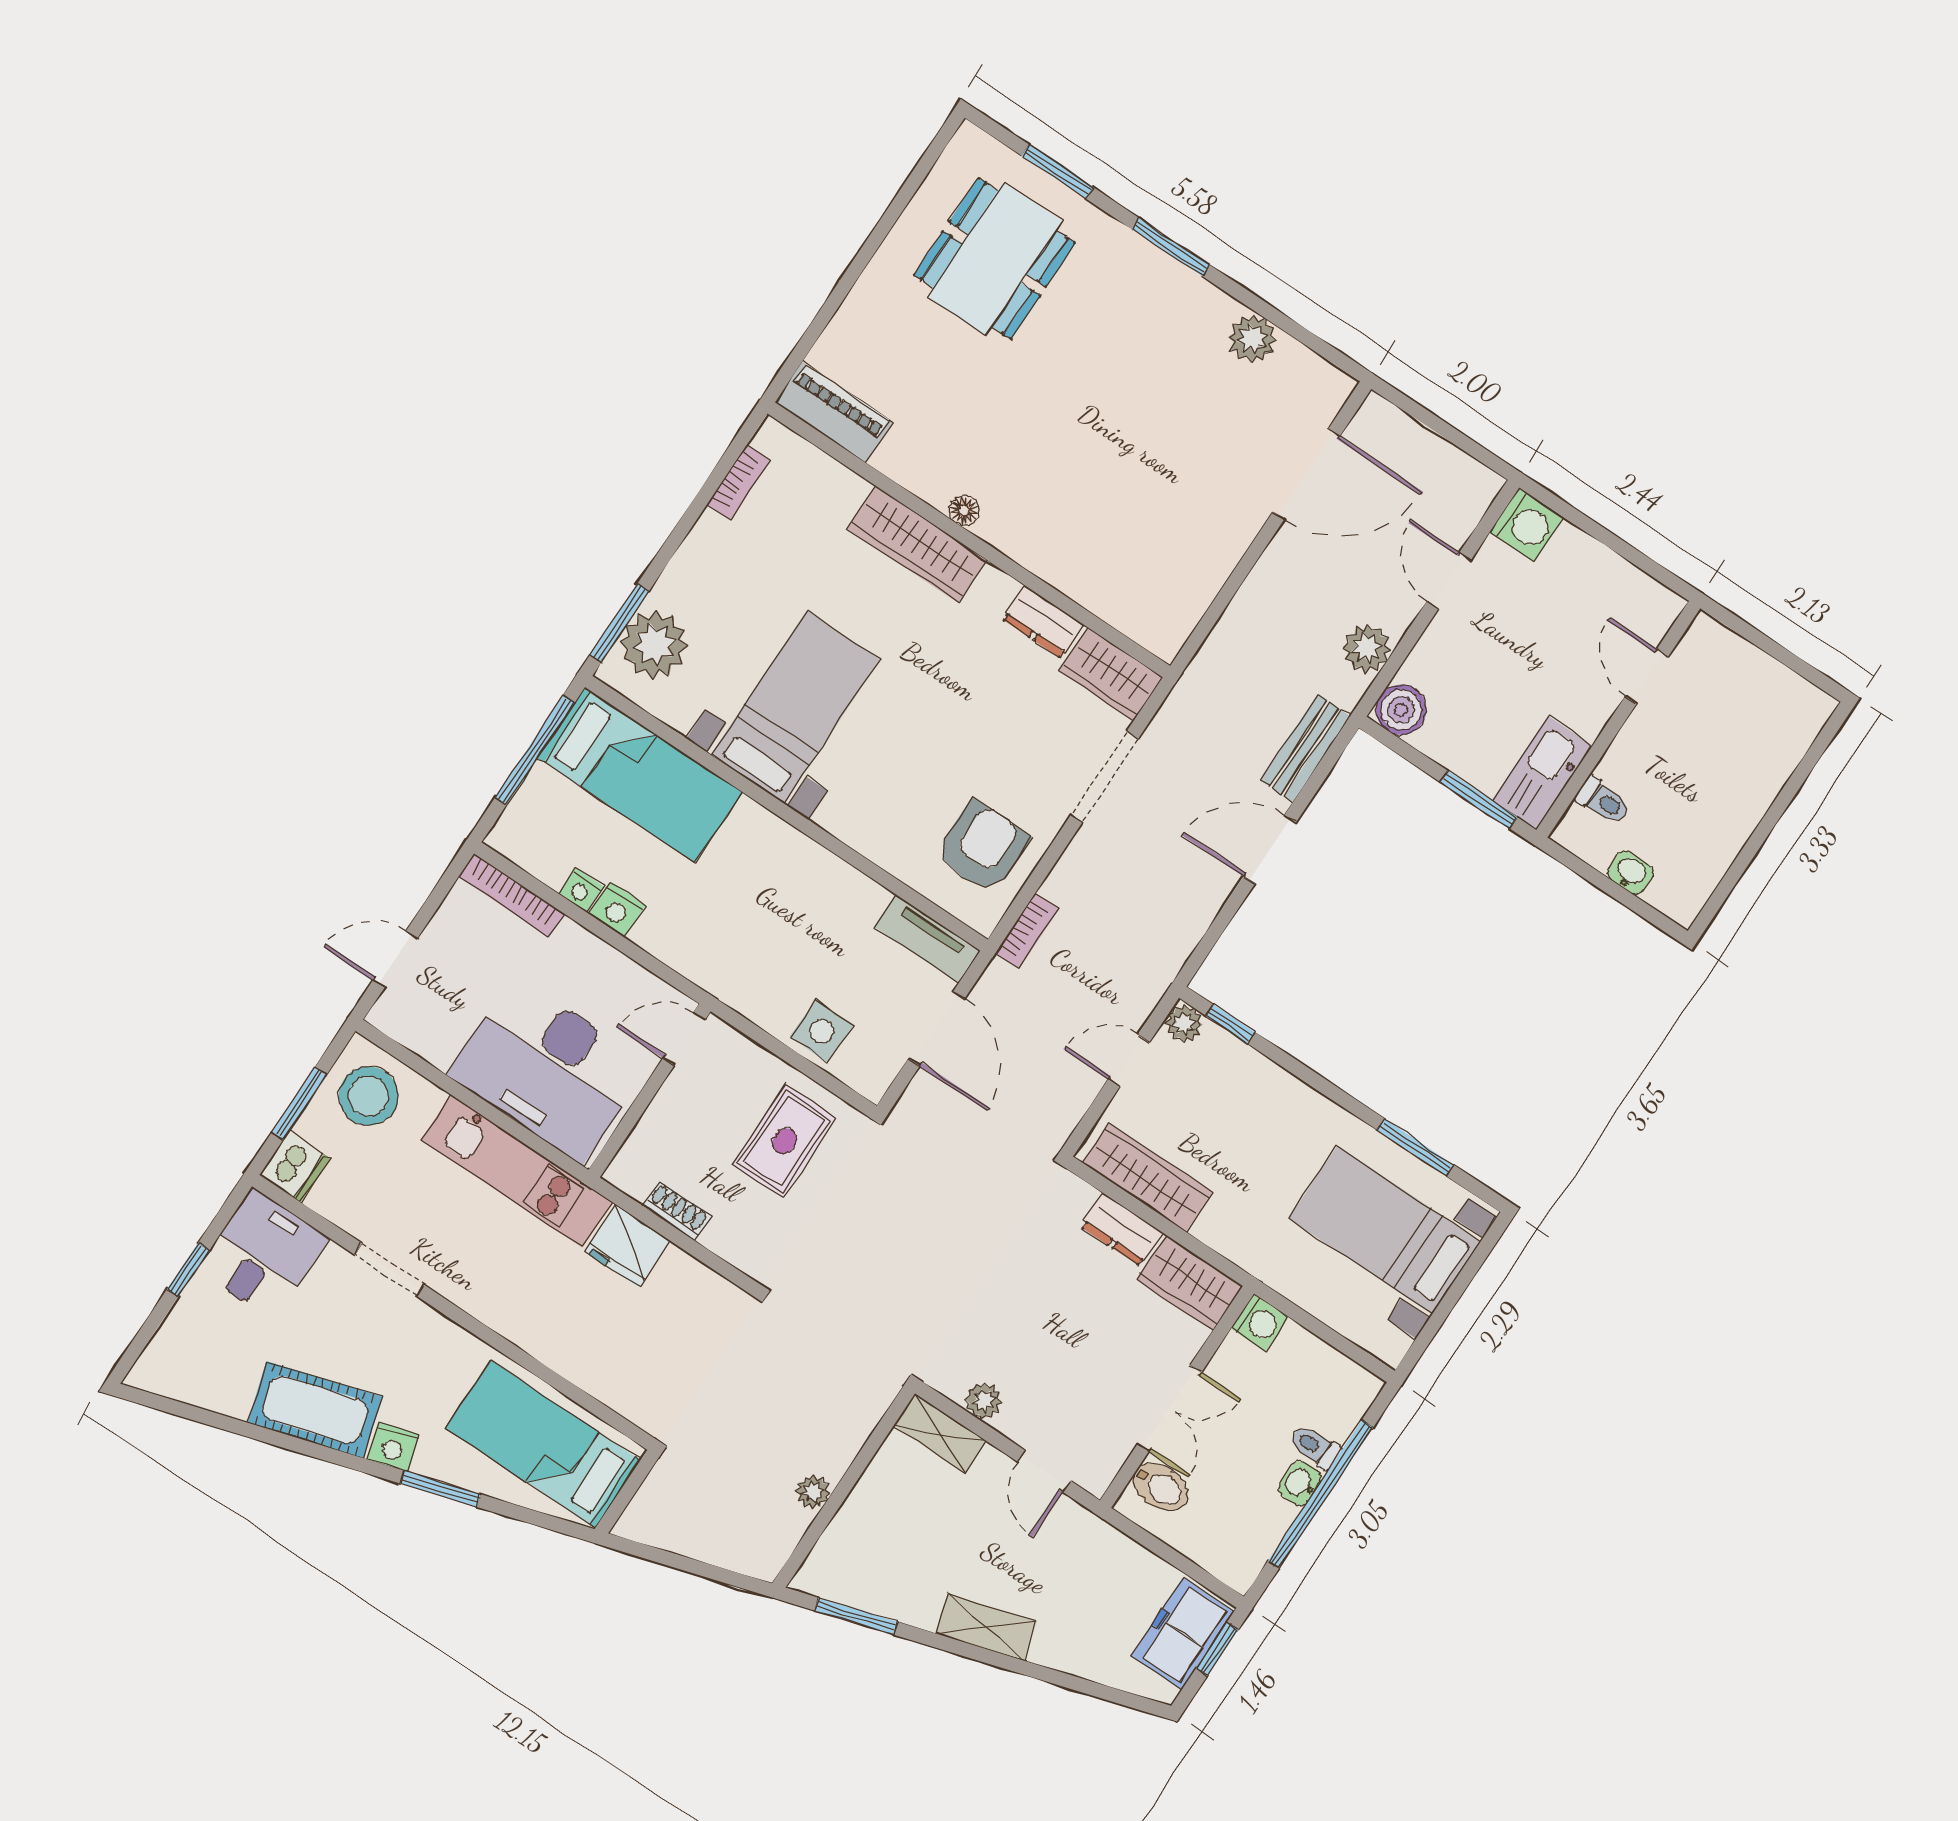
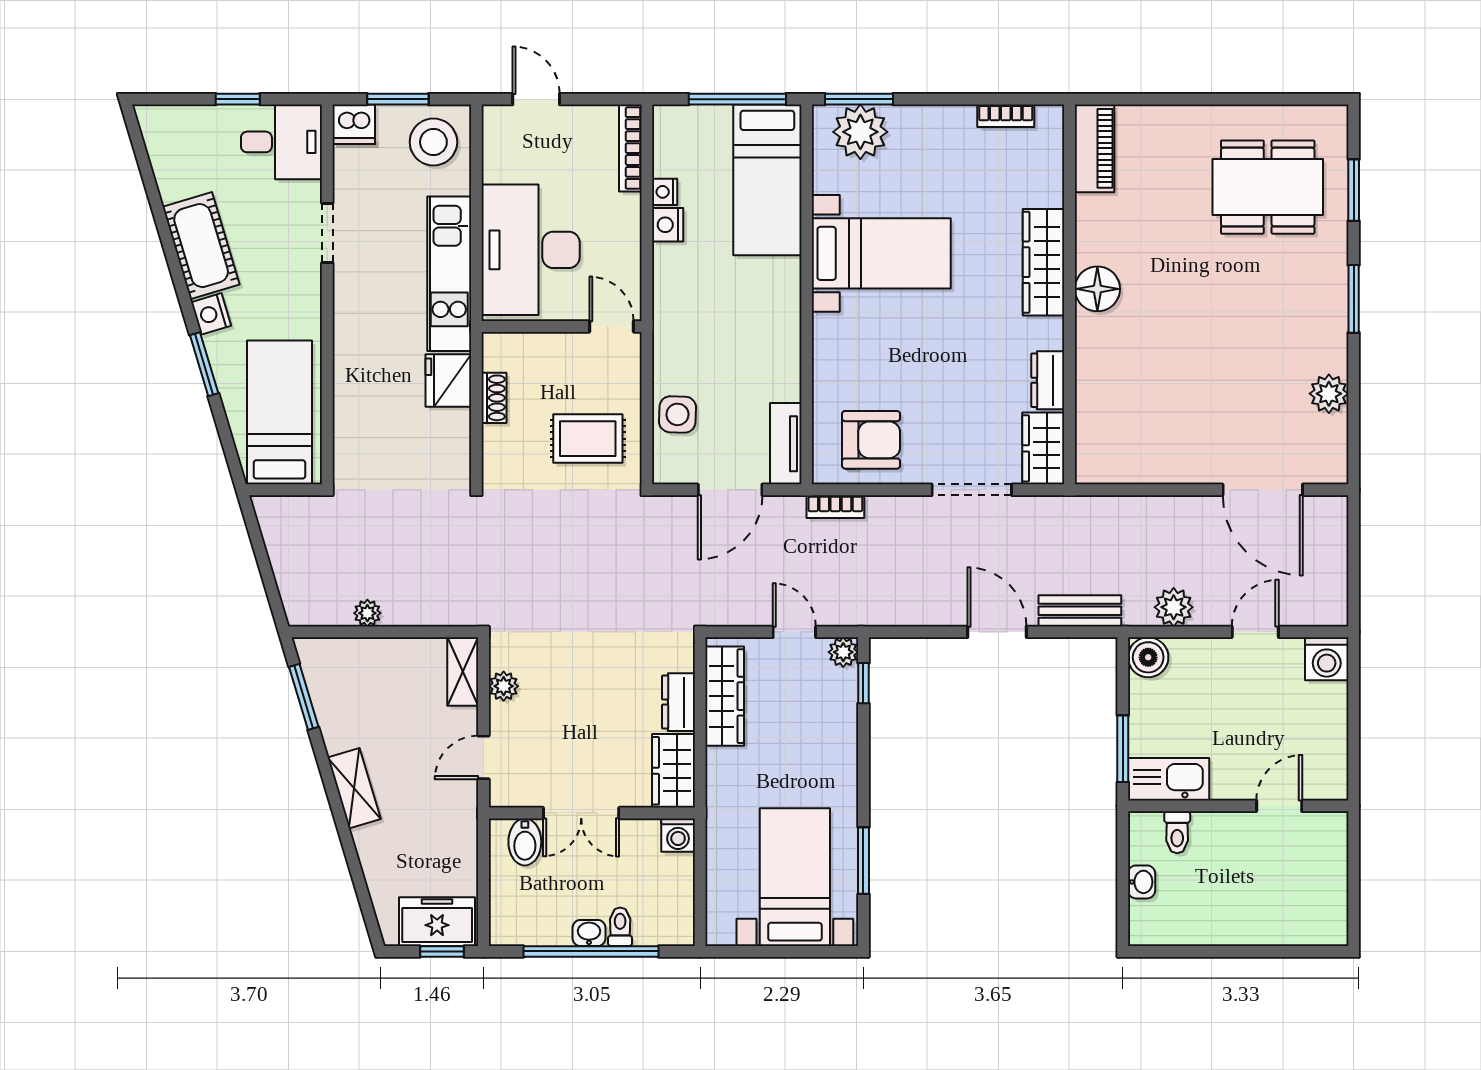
floor lamp: (964, 510) -> (1097, 289), width x1.89, depth x1.89

